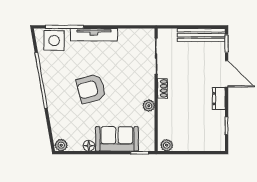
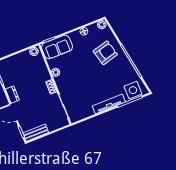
bench: (201, 35) -> (36, 133), width x0.73
armchair: (91, 89) -> (105, 53), moved
sofa: (117, 139) -> (57, 47), moved

